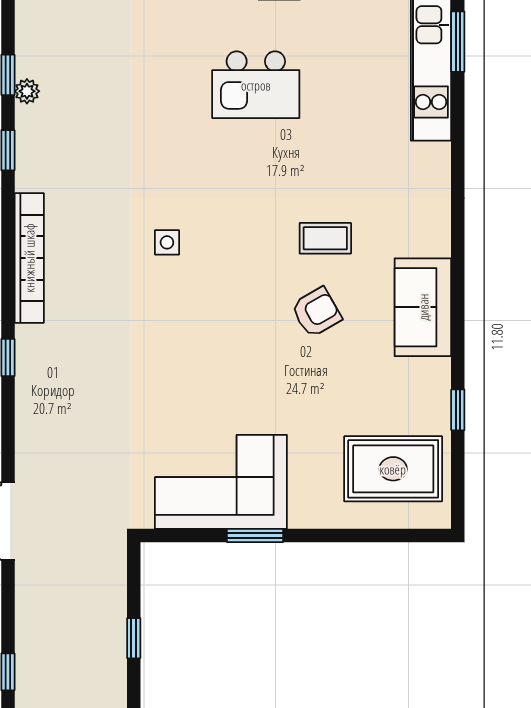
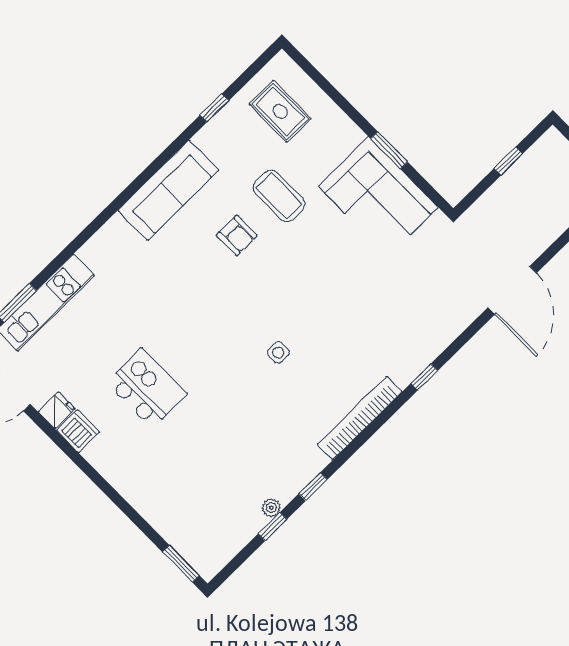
coffee table: (325, 238) -> (279, 196), moved, width x1.36, depth x1.30
sofa: (423, 307) -> (168, 190), width x1.36
armchair: (316, 312) -> (237, 235), turned -150
rug: (393, 469) -> (280, 111), width x0.73, depth x0.70

